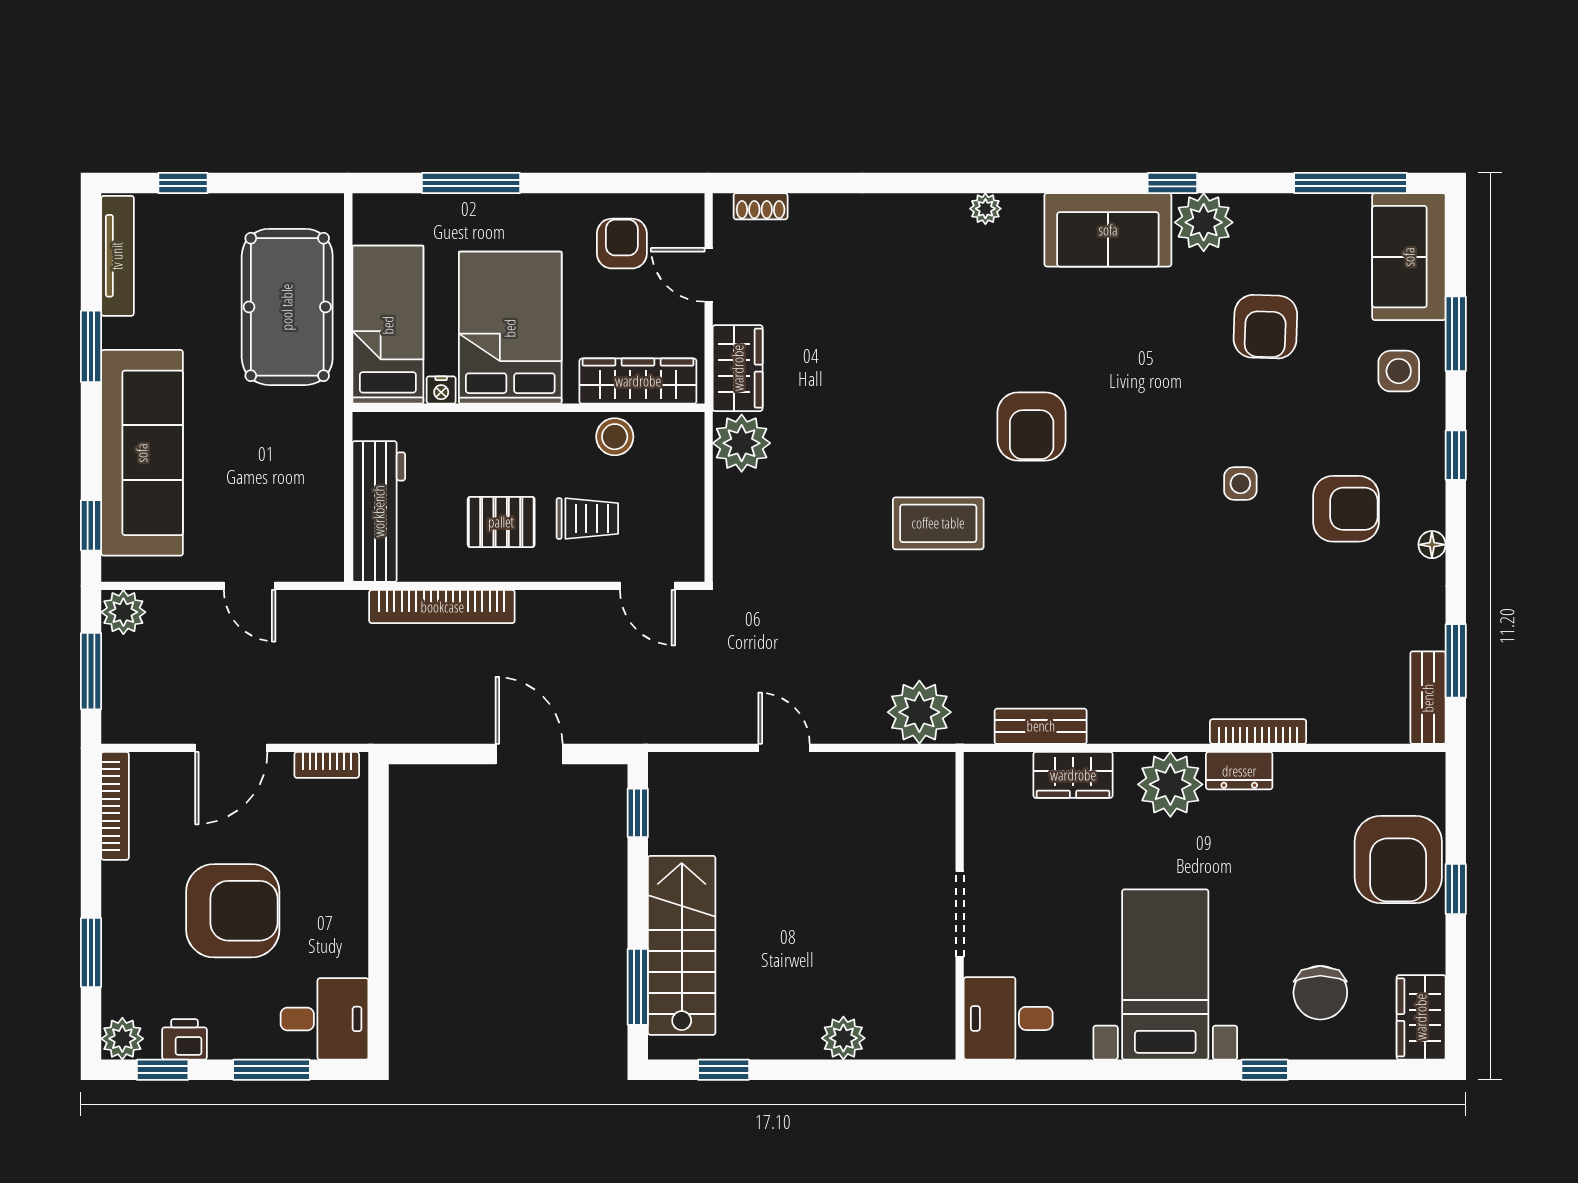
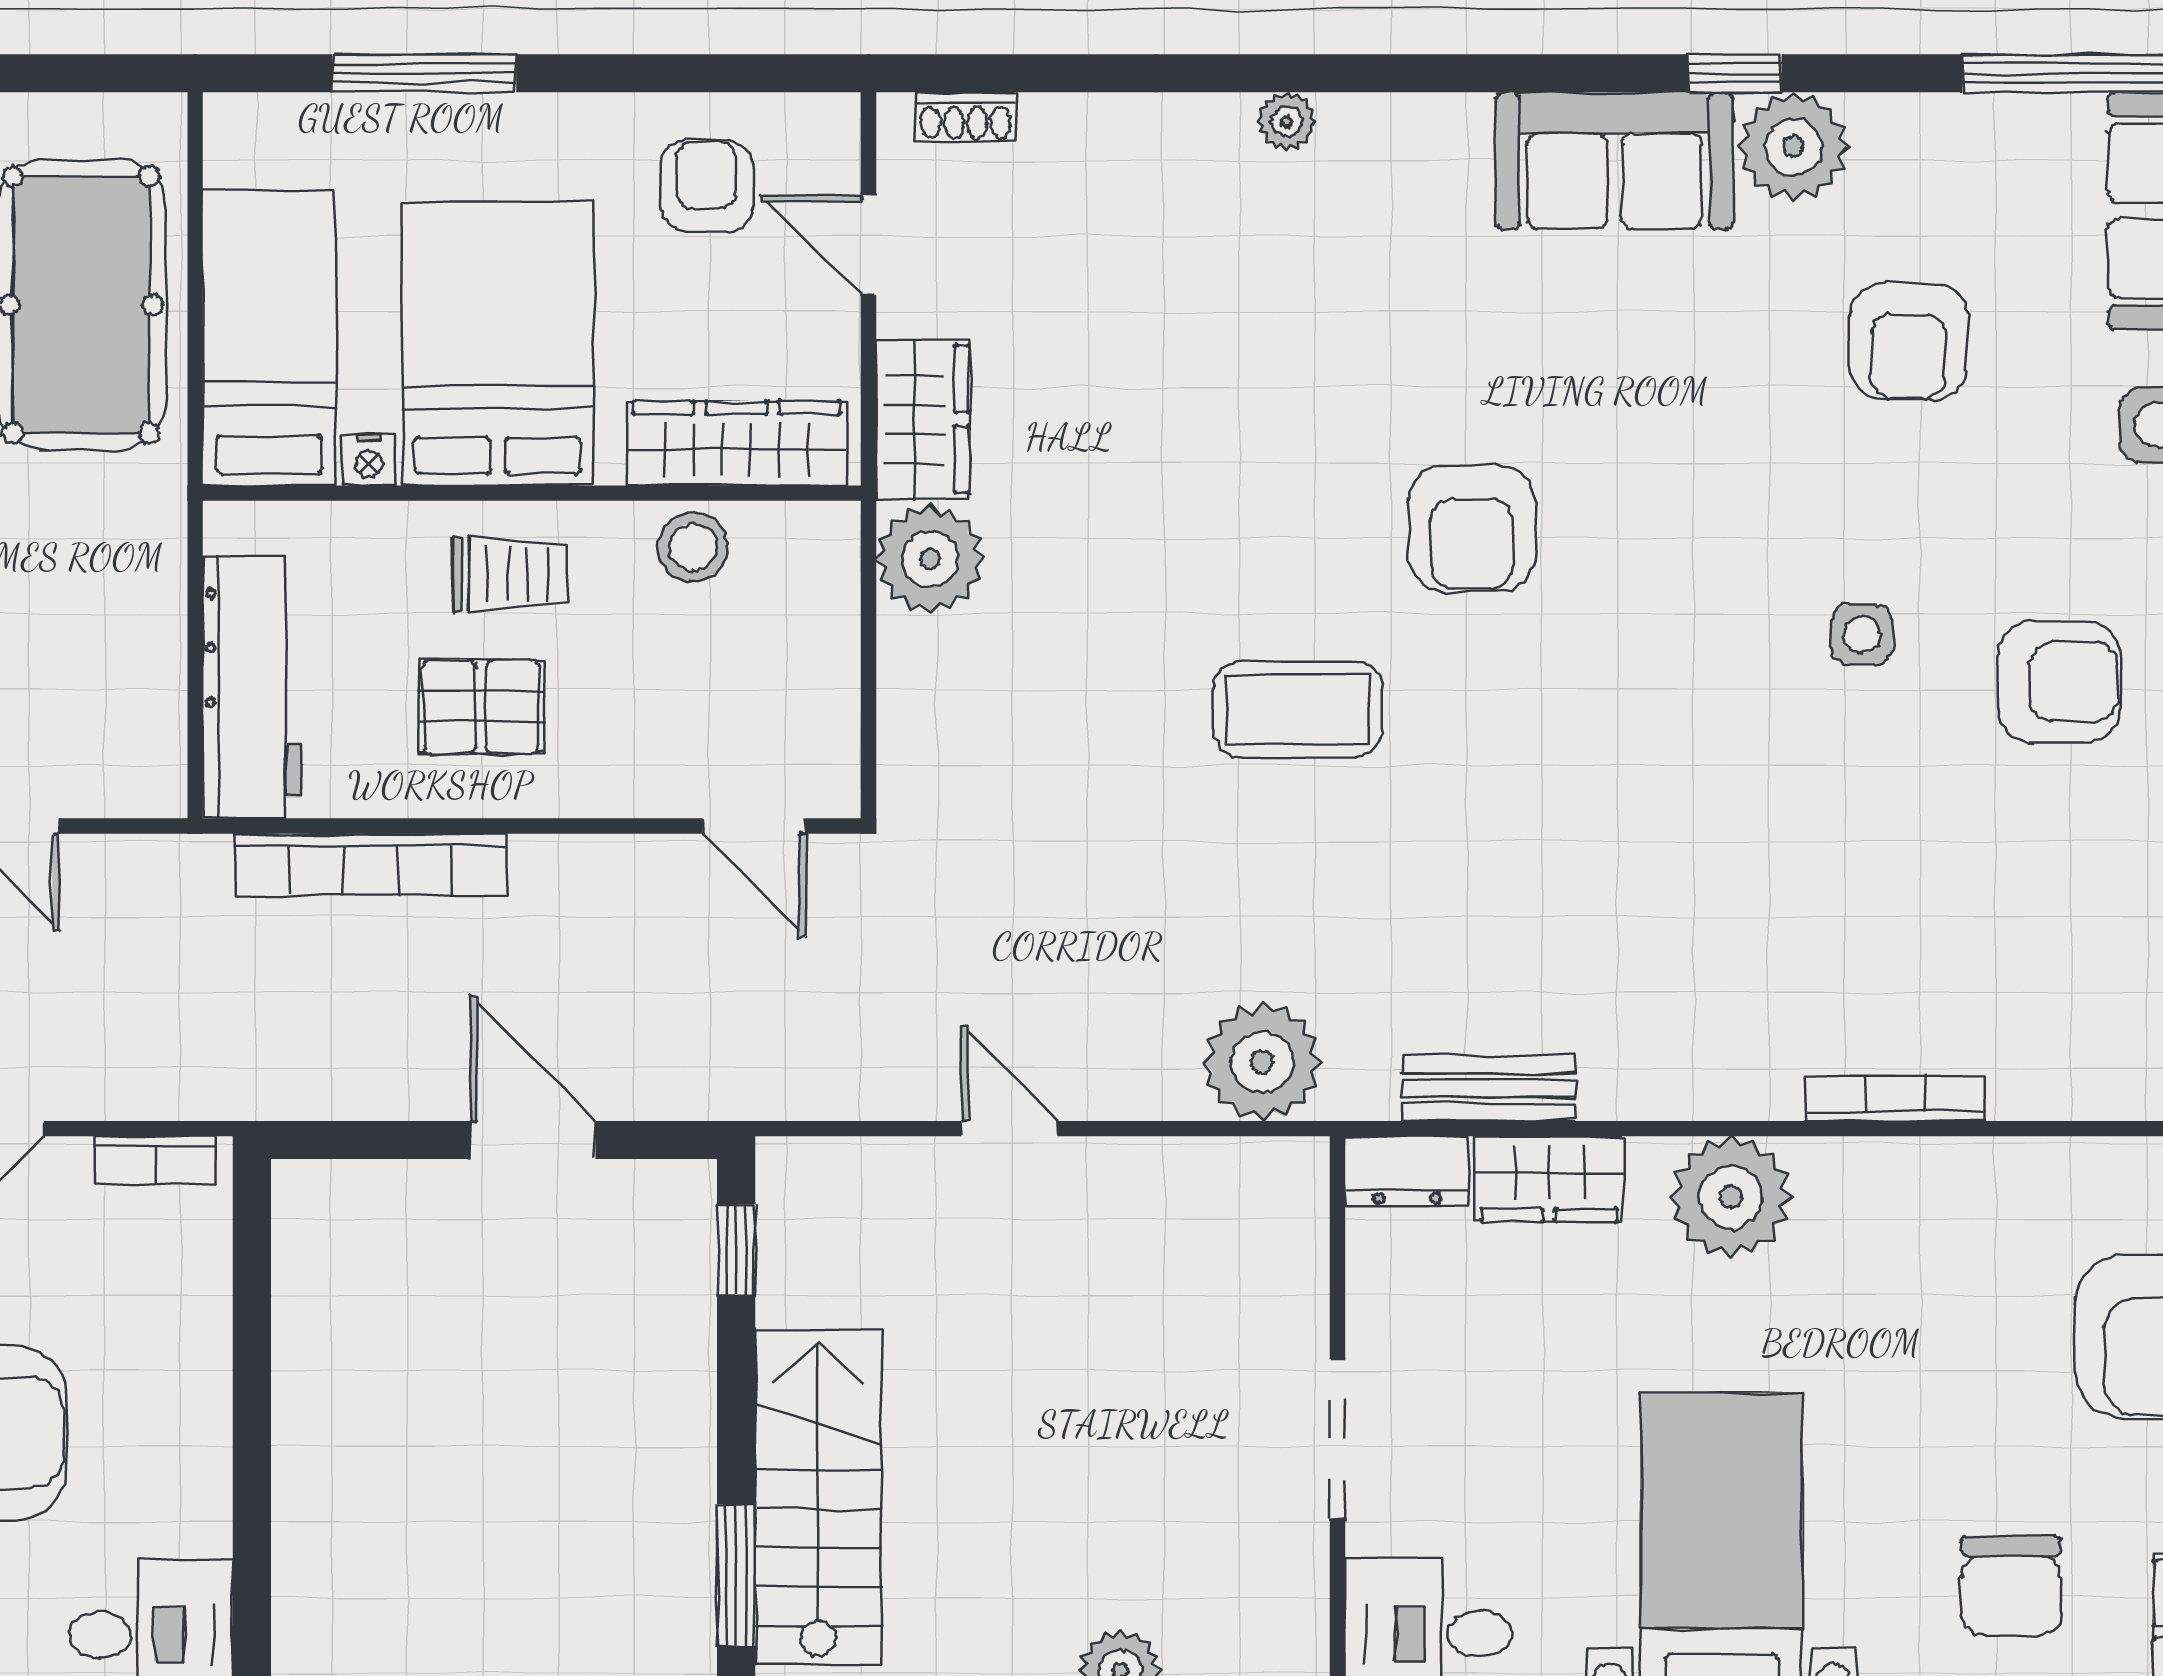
plant: (985, 209) -> (1287, 121), moved
trolley: (587, 519) -> (510, 574), moved
dresser: (1239, 771) -> (1407, 1171), moved

